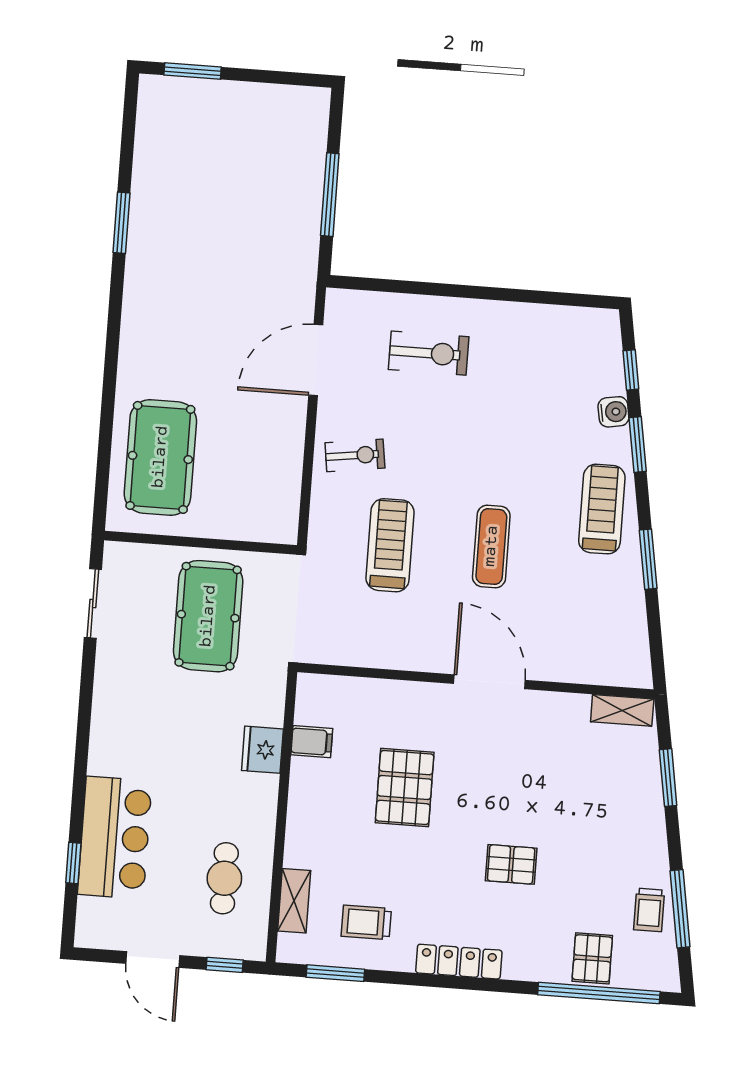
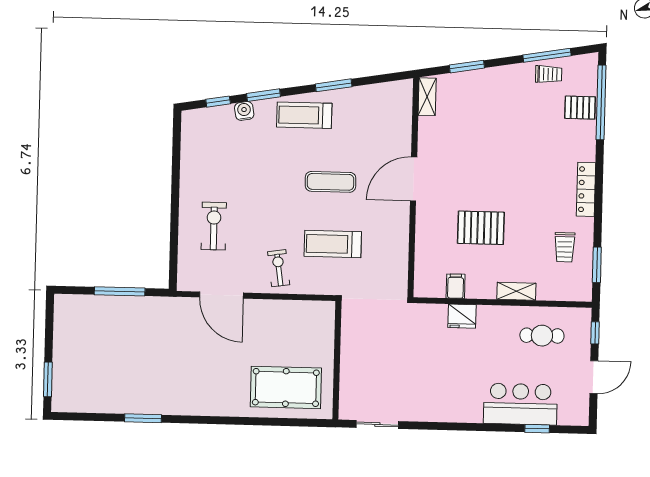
pool table: (208, 616) -> (382, 353), removed
pallet: (511, 864) -> (525, 160), removed
shelving: (294, 901) -> (516, 291), moved

